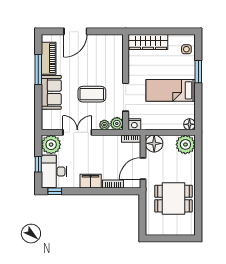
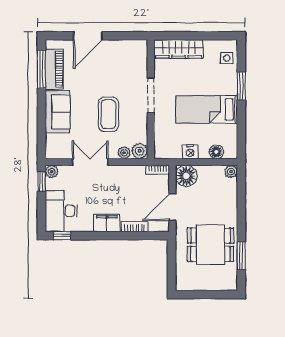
window: (38, 70) -> (41, 69), moved
coffee table: (92, 94) -> (108, 114), turned 90
doorway: (126, 97) -> (151, 95), moved
nightstand: (134, 124) -> (190, 152), moved
floor lamp: (189, 124) -> (216, 152), moved
plant: (185, 144) -> (231, 172), width x0.53, depth x0.53
plant: (51, 145) -> (52, 172), width x0.53, depth x0.53
window: (38, 164) -> (41, 182), moved
window: (198, 207) -> (241, 256), added

